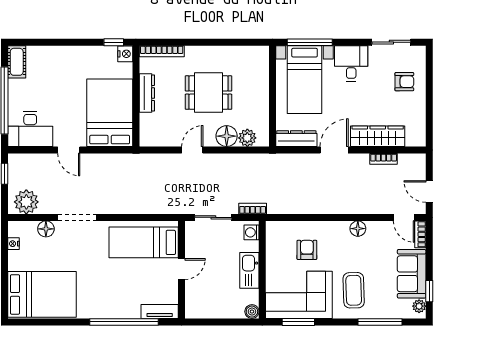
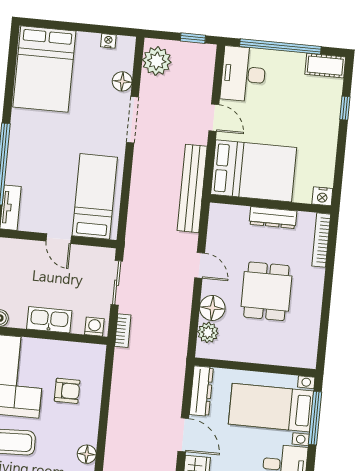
window: (114, 42) -> (345, 108), moved
door: (69, 150) -> (214, 118), swing flipped
bench: (129, 162) -> (192, 188), added

